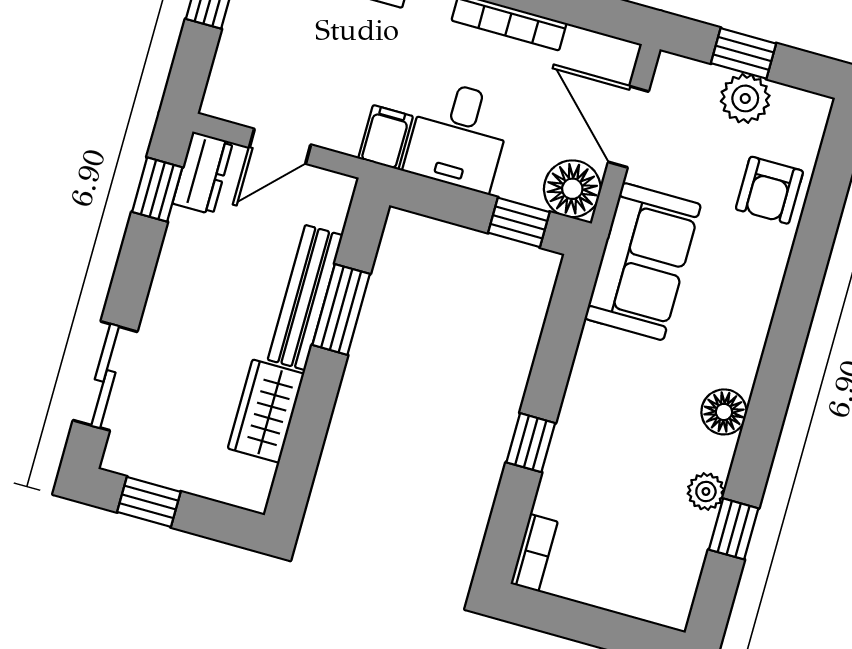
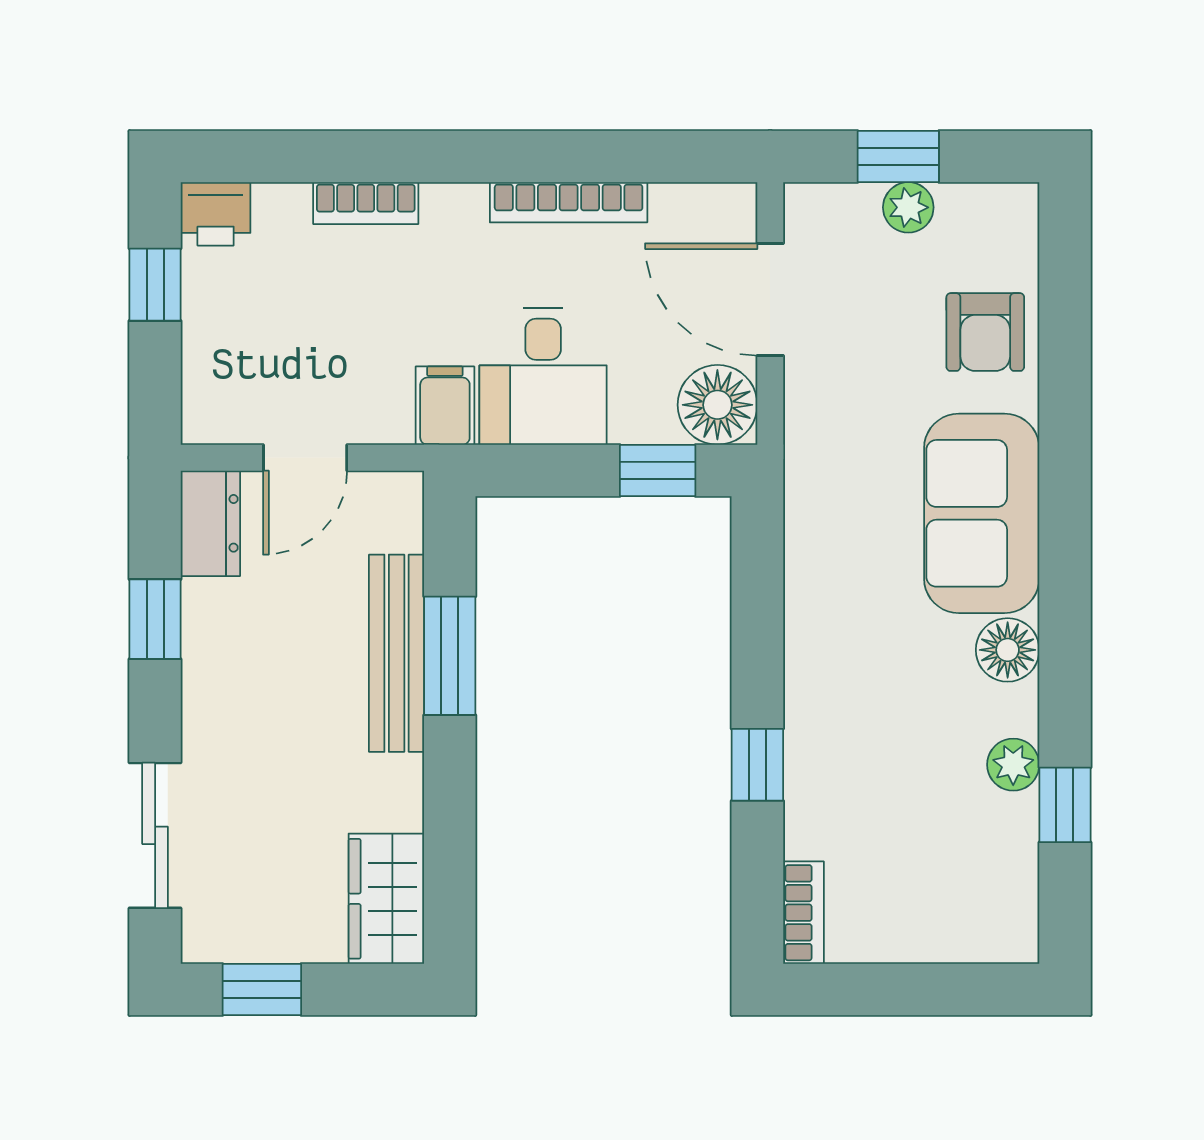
plant: (745, 98) -> (908, 207), width x0.73, depth x0.73
window: (157, 190) -> (155, 619), moved
sofa: (643, 262) -> (982, 513), moved, turned 180
wardrobe: (266, 411) -> (386, 899), moved

